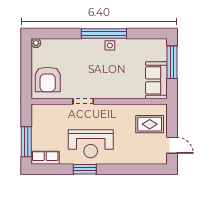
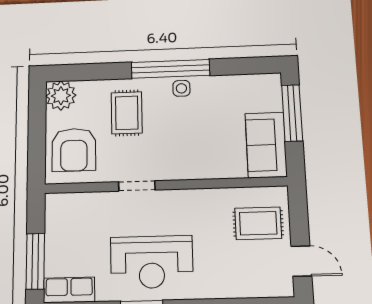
plant: (36, 43) -> (61, 96), width x1.88, depth x1.88
rug: (78, 59) -> (127, 113), added

